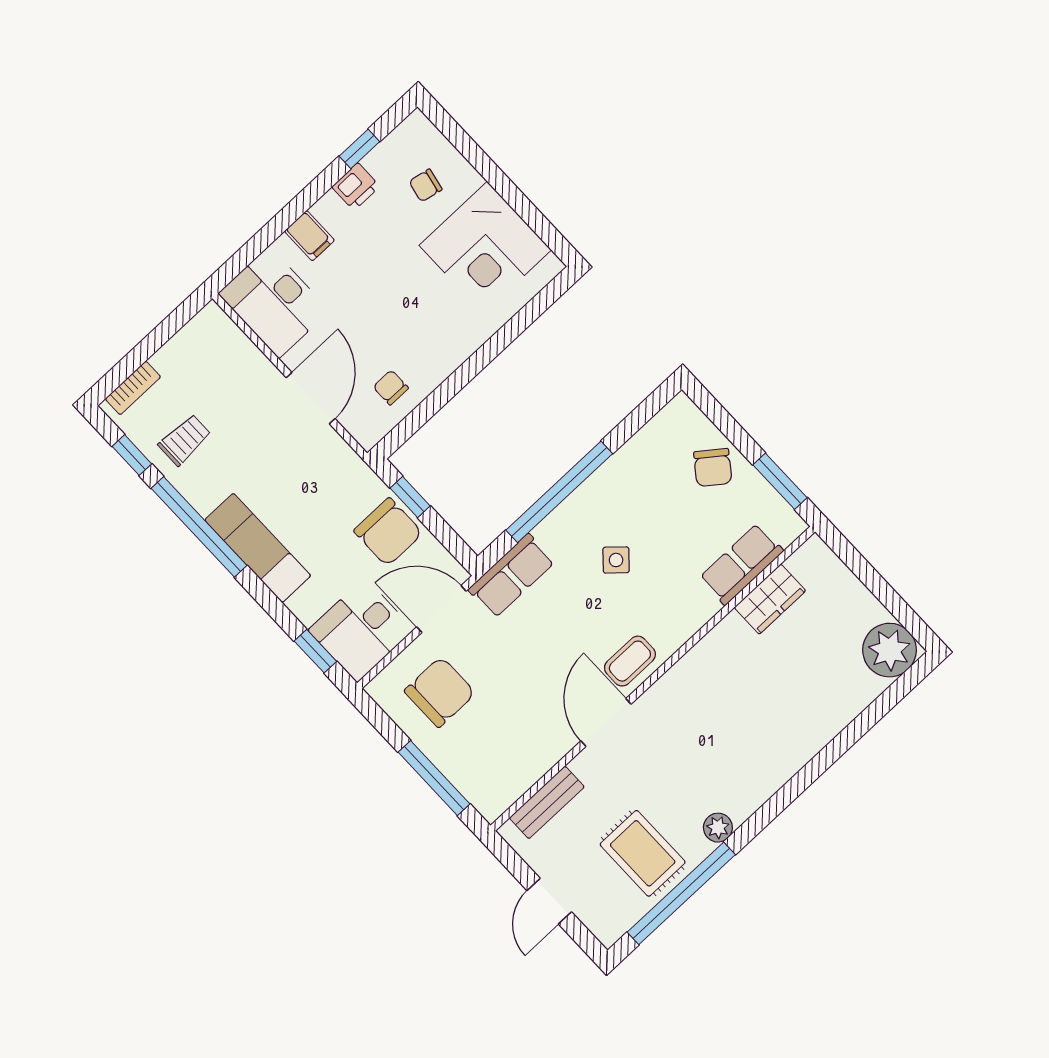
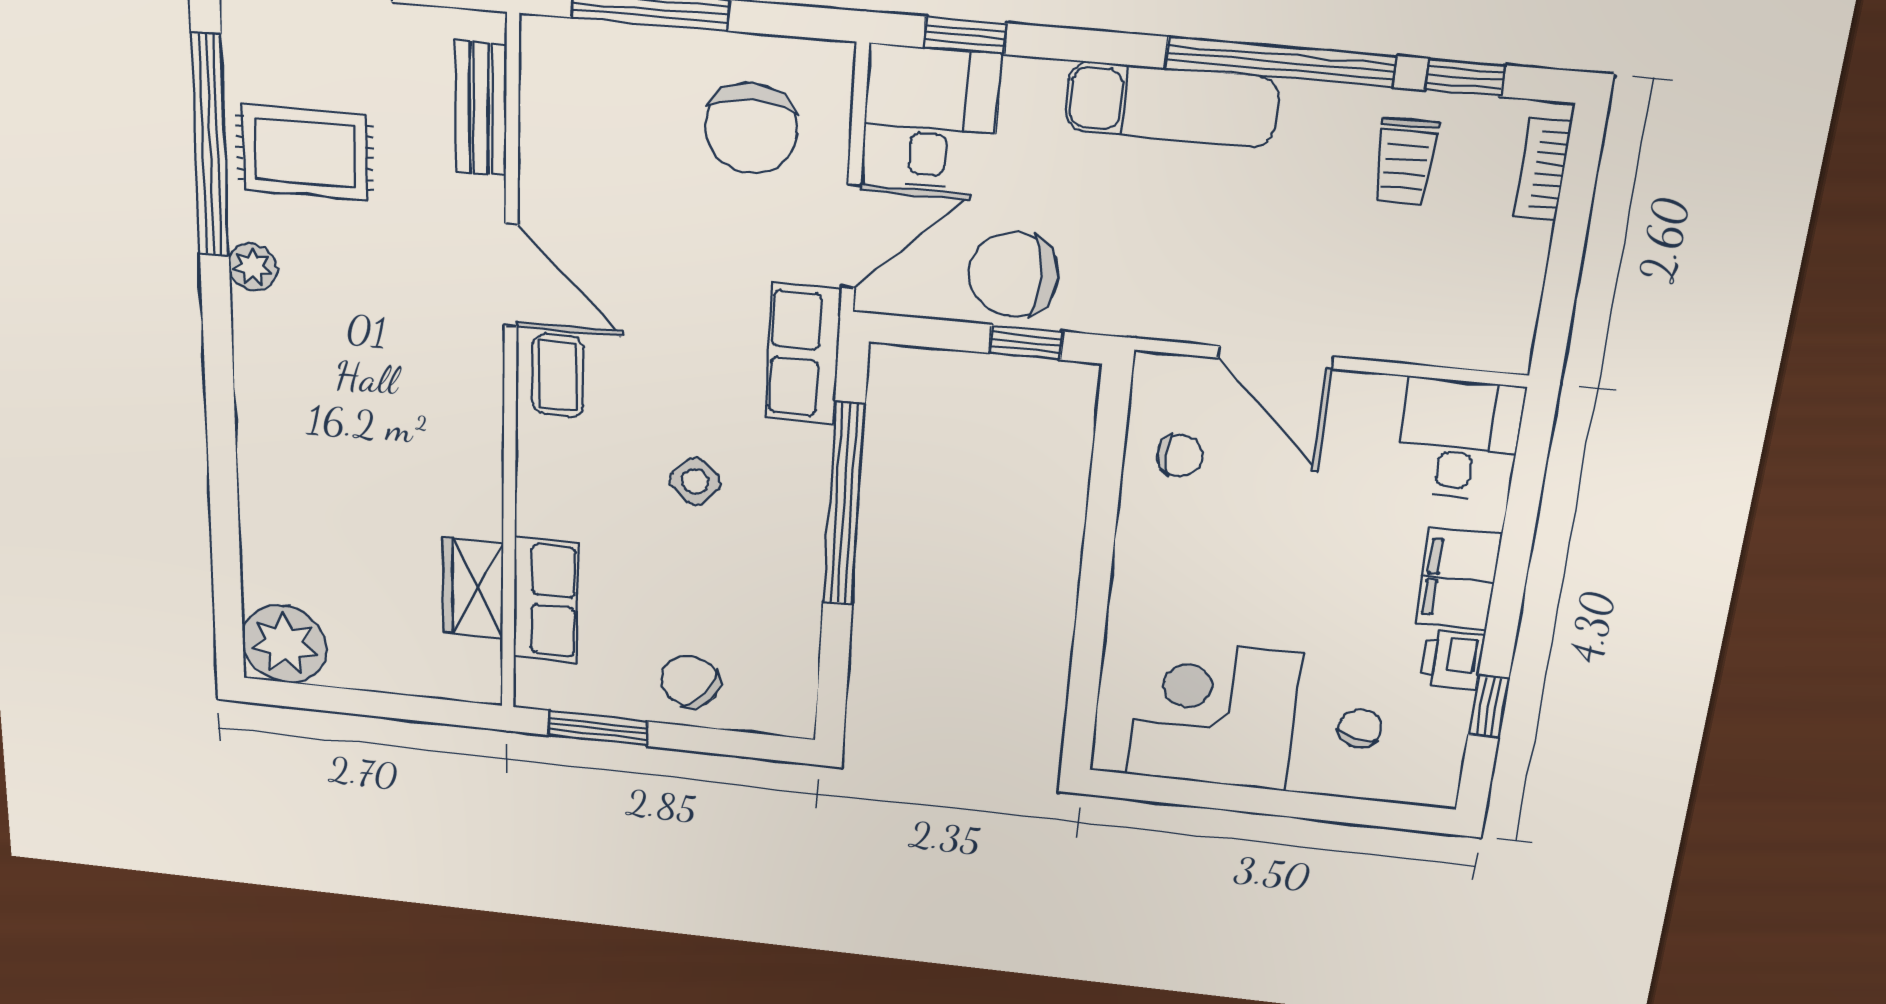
filing cabinet: (309, 236) -> (1458, 579), width x2.00
desk: (274, 302) -> (1459, 439), width x0.73

